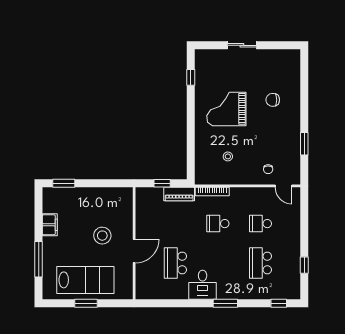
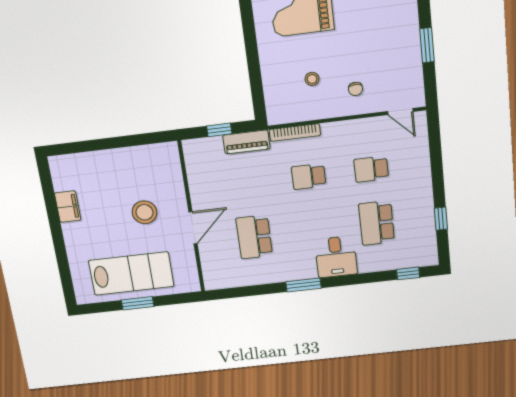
chair: (268, 169) -> (355, 89), moved
window: (64, 183) -> (76, 147), removed
window: (39, 259) -> (61, 254), removed
desk: (203, 285) -> (336, 257), moved
window: (225, 303) -> (304, 285), moved

